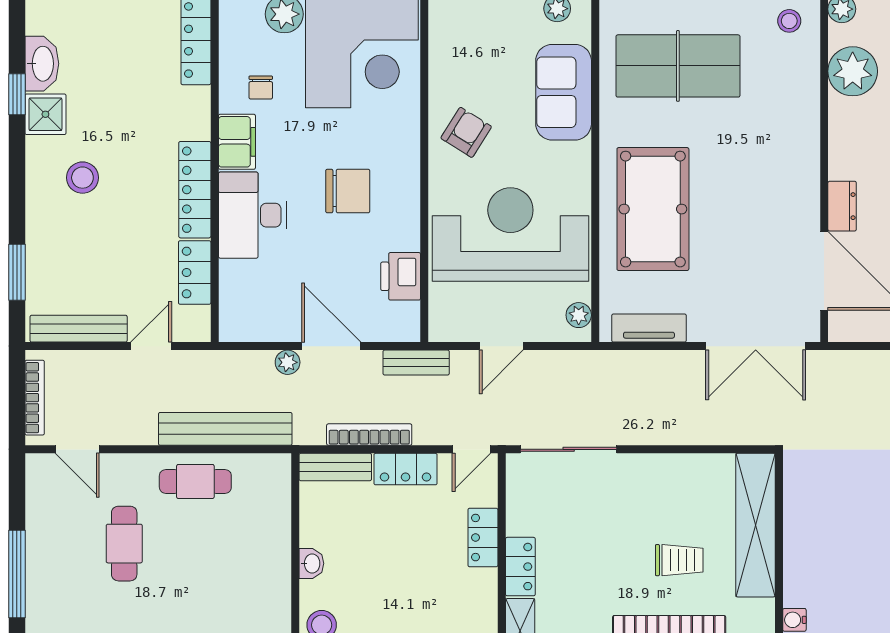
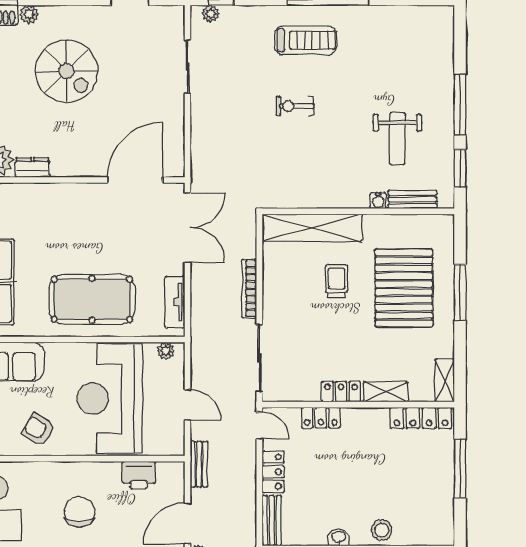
dresser: (842, 206) -> (32, 167), moved
bookcase: (369, 435) -> (249, 289), moved

